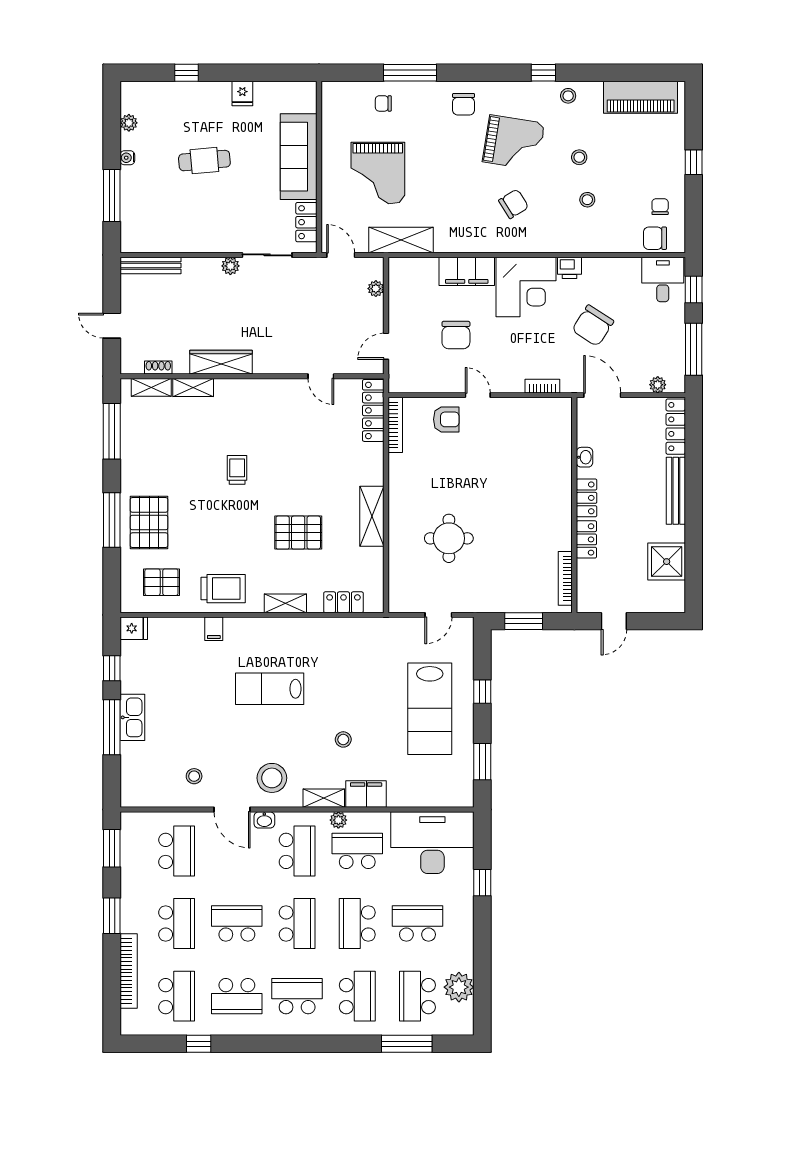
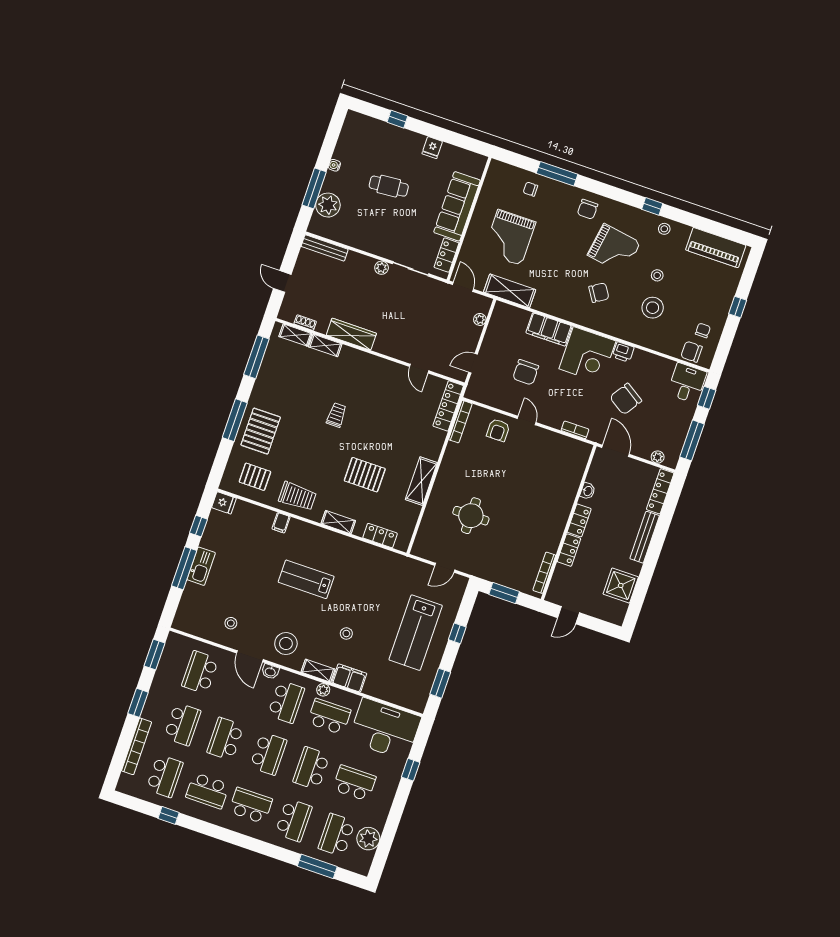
plant: (129, 123) -> (328, 205), moved, width x1.88, depth x1.88
stool: (587, 200) -> (653, 308), width x1.89, depth x1.89
armchair: (446, 419) -> (498, 430), turned 90
school desk: (177, 851) -> (200, 672), turned 180
school desk: (237, 924) -> (225, 739), turned -90

